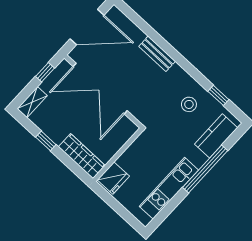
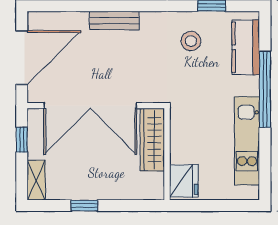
wardrobe: (82, 156) -> (152, 140), moved, turned -90

